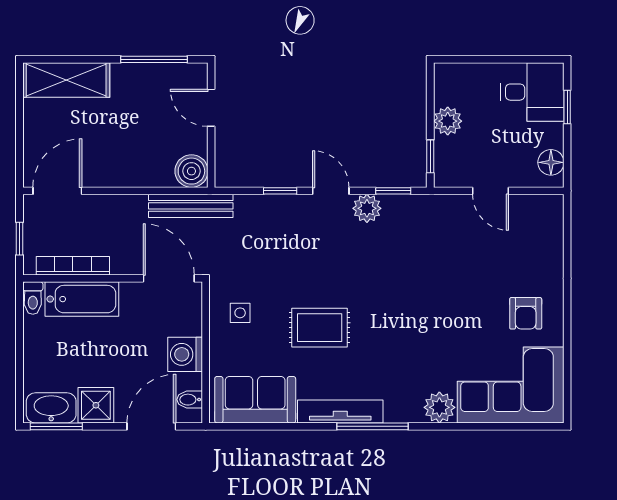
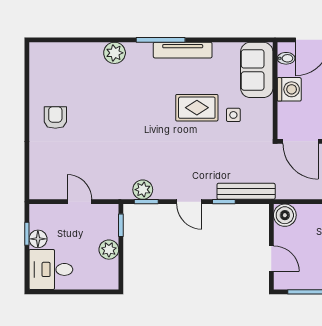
window: (567, 107) -> (27, 234), moved
floor lamp: (551, 162) -> (38, 239), moved
bench: (191, 206) -> (246, 191), moved
plant: (367, 208) -> (143, 190), moved
side table: (240, 313) -> (233, 115), moved
corner sofa: (511, 385) -> (66, 68), removed
sofa: (255, 400) -> (257, 70), moved, turned 90

